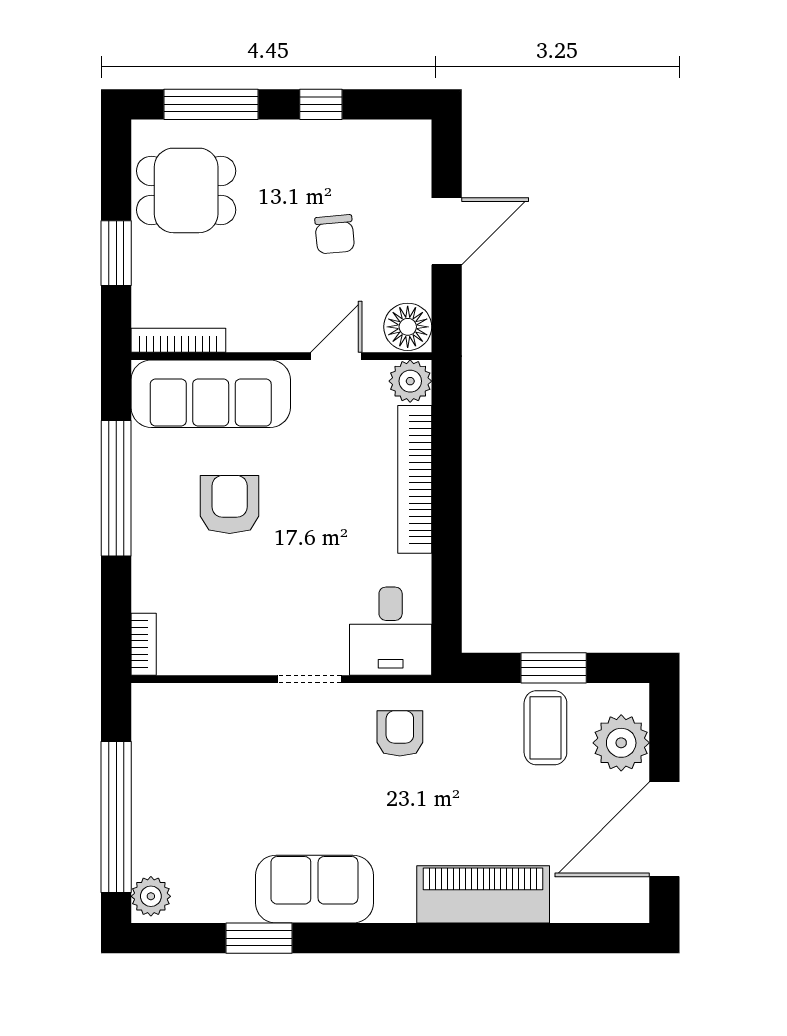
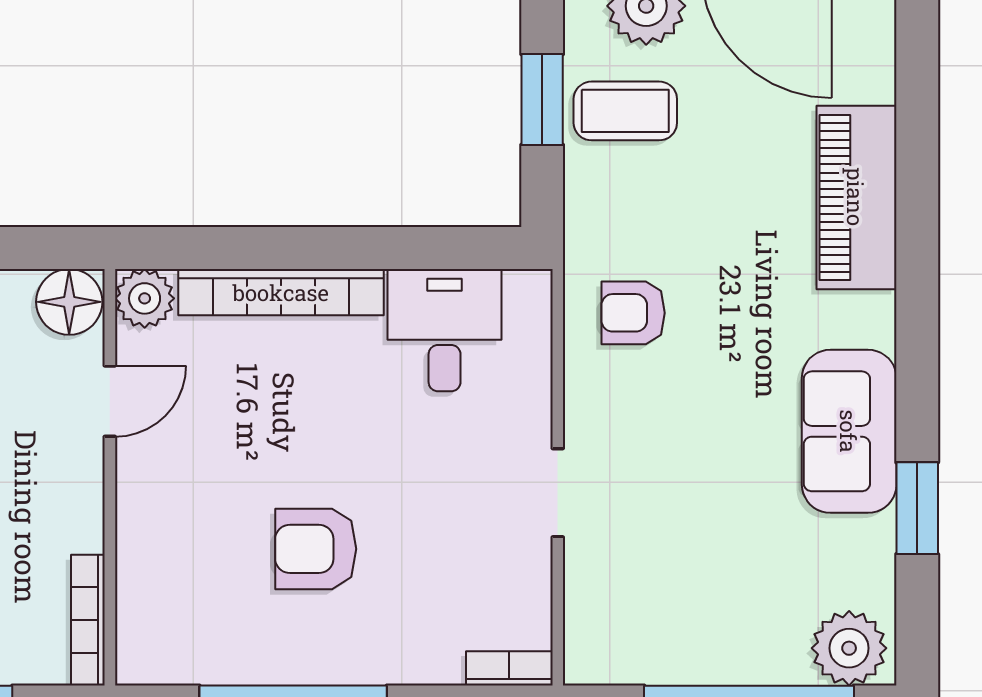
door: (336, 356) -> (110, 401), swing flipped
sofa: (211, 394) -> (162, 575), removed
desk: (391, 631) -> (445, 330), moved, turned -90
doorway: (309, 679) -> (558, 493), moved
plant: (151, 896) -> (849, 648), width x1.36, depth x1.36

